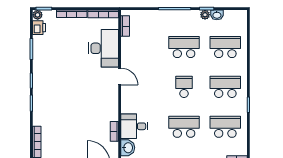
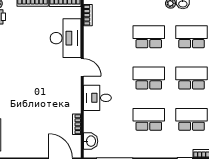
school desk: (184, 87) -> (149, 78), width x1.85
desk: (134, 126) -> (97, 98), moved

